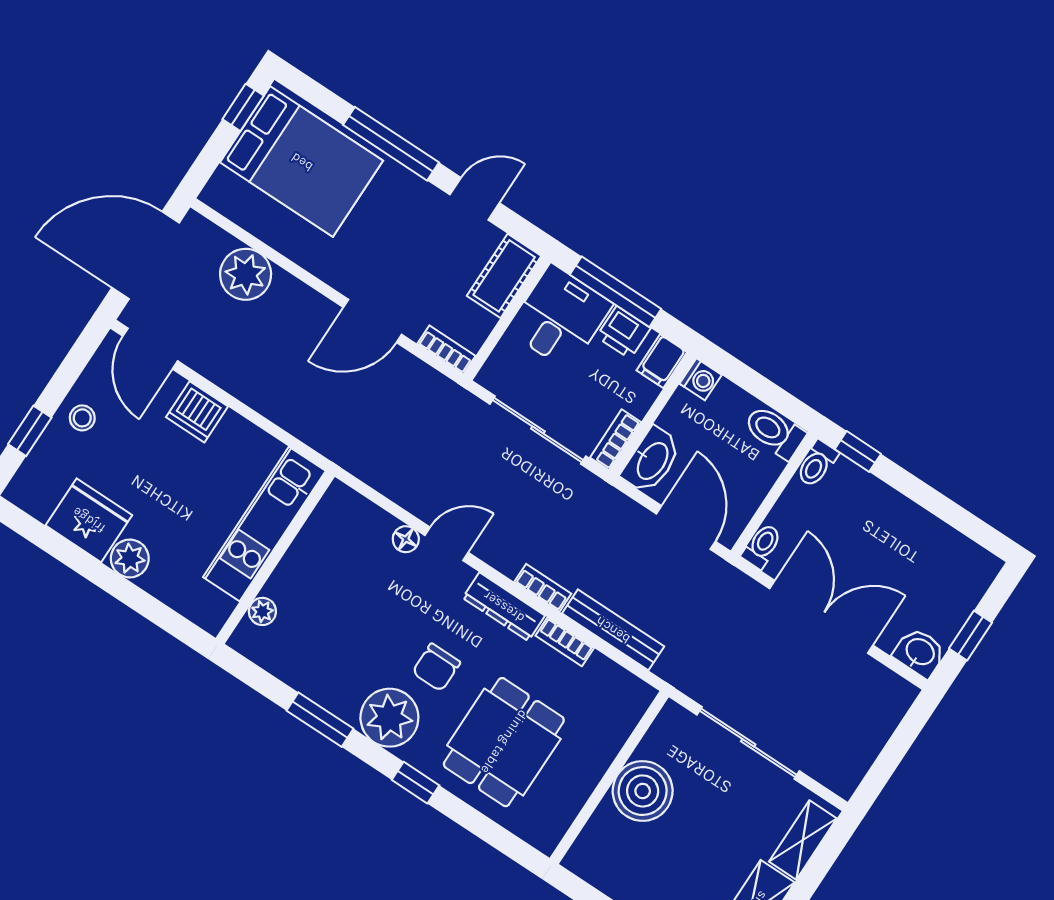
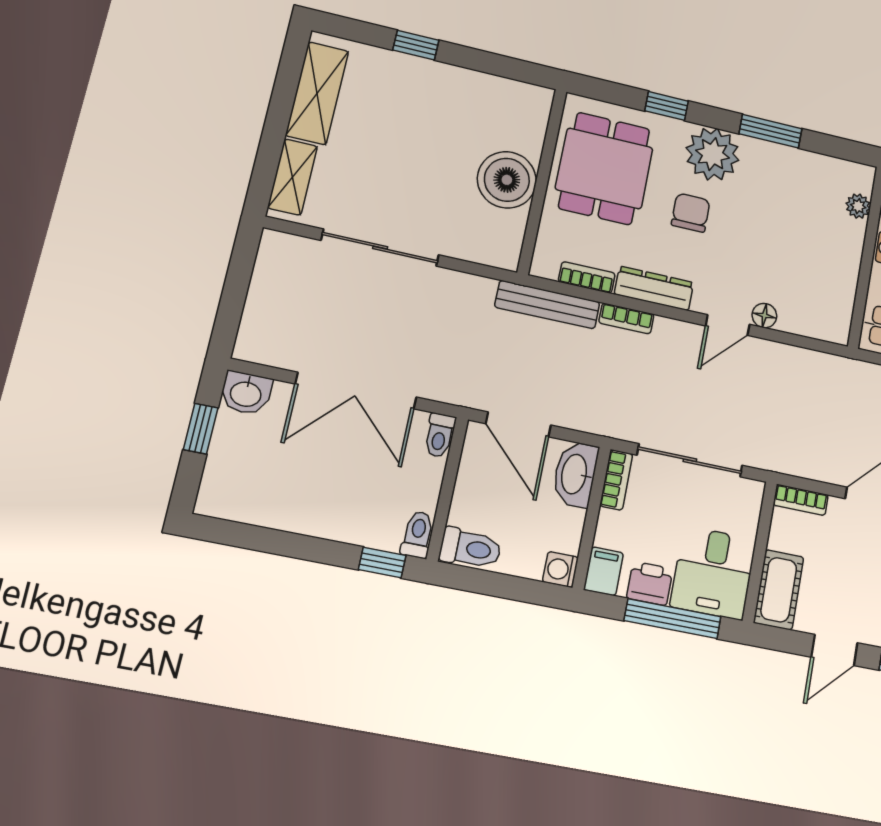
wall: (609, 777) -> (542, 181), moved
boiler: (643, 791) -> (507, 180), moved

